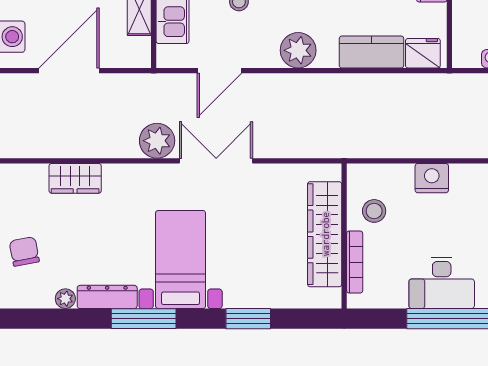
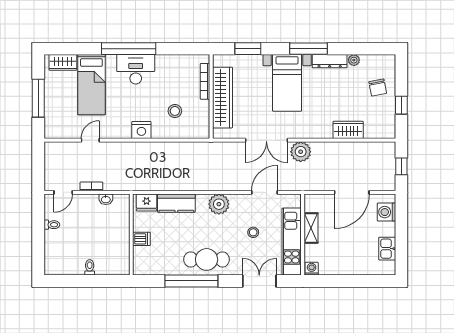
wardrobe: (325, 234) -> (222, 98), moved
wall: (344, 236) -> (211, 96), moved
bookcase: (355, 262) -> (205, 81), moved

